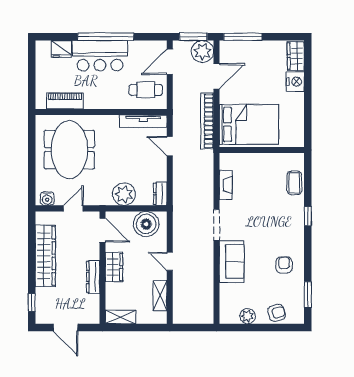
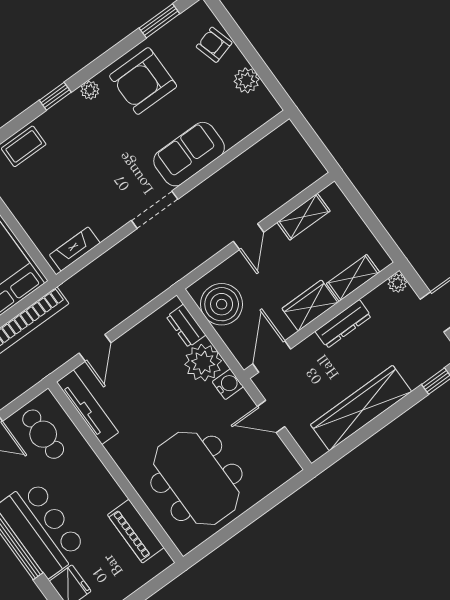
meeting table: (69, 150) -> (196, 478), turned 90
fireplace: (226, 185) -> (75, 249), moved
dresser: (160, 194) -> (186, 326), moved, turned 90
water cooler: (47, 199) -> (228, 384), moved
plant: (299, 236) -> (90, 90), added
armchair: (284, 265) -> (143, 81), width x1.88, depth x1.88
shelving: (121, 317) -> (353, 278), moved, turned 90
plant: (94, 318) -> (397, 283), added

